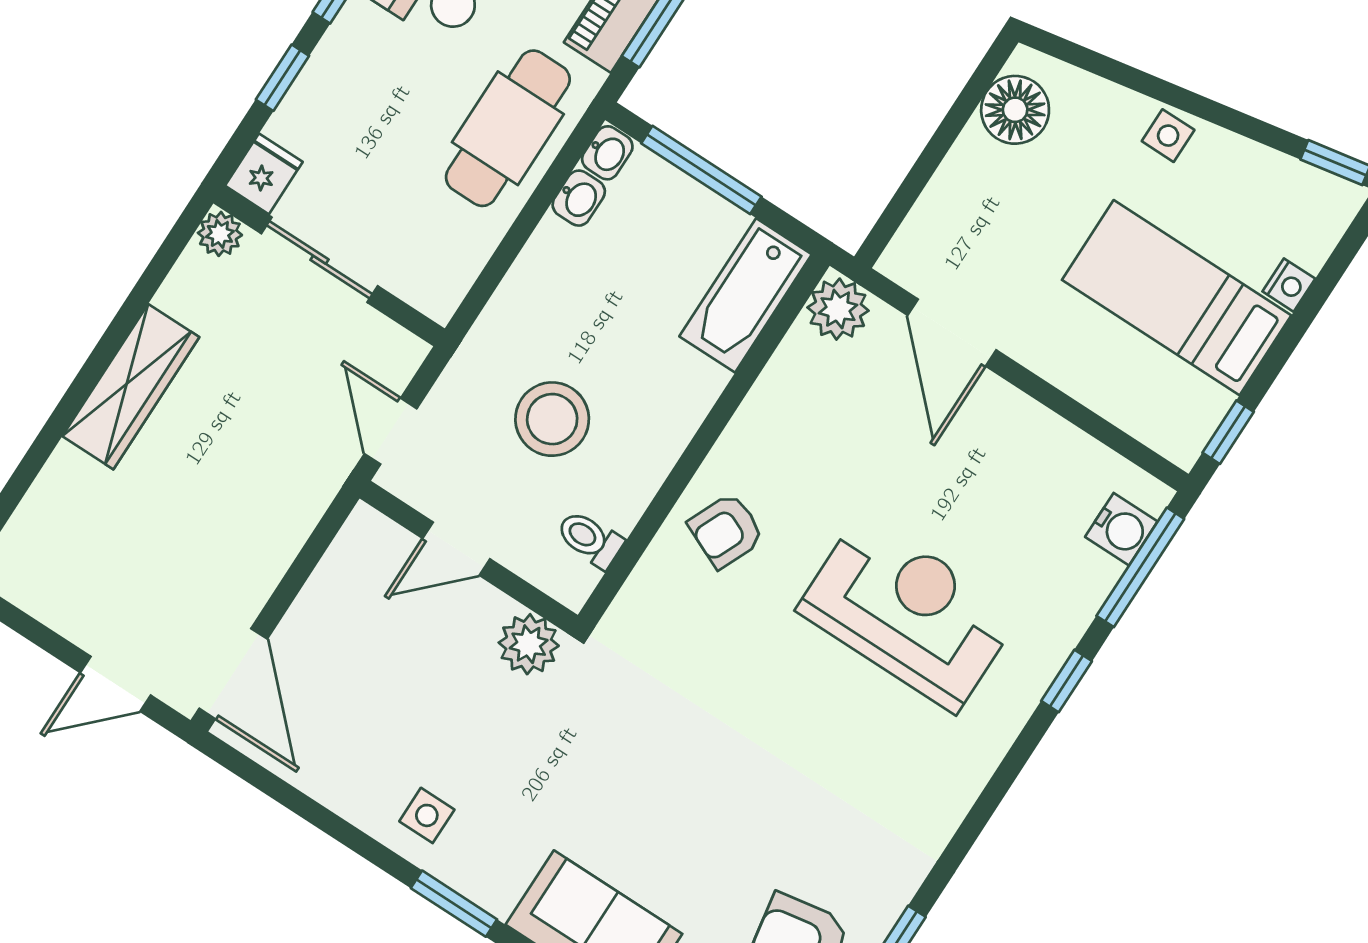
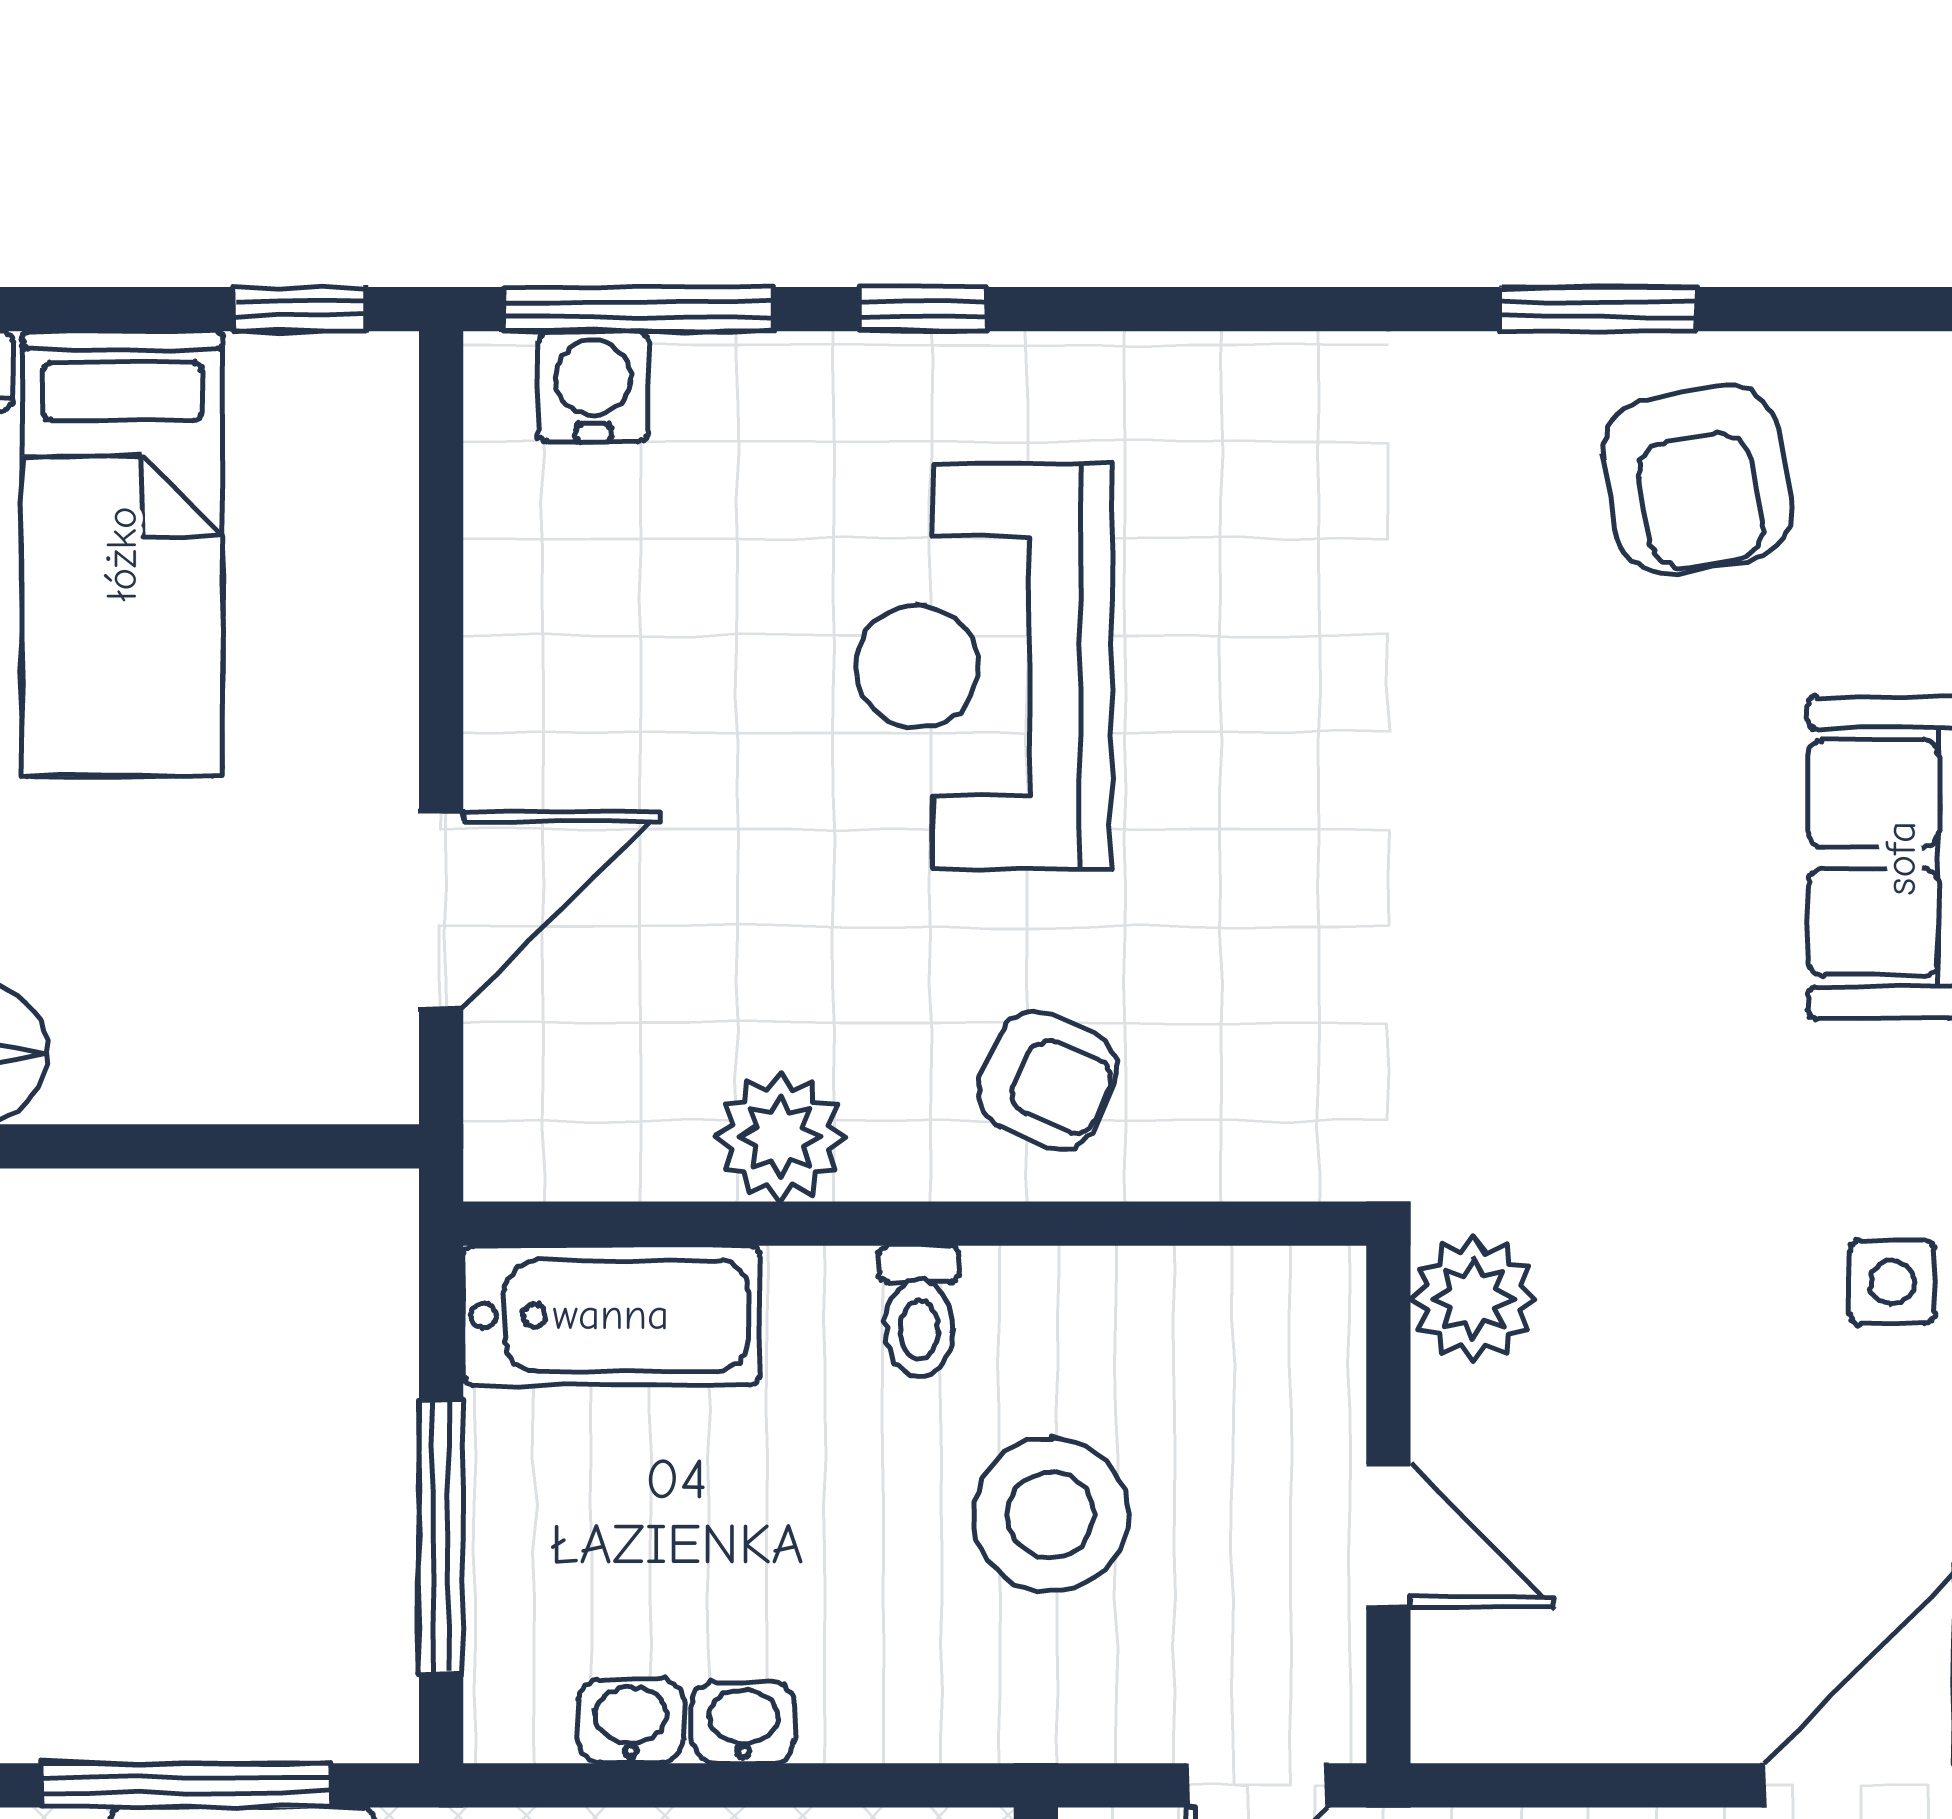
washbasin: (607, 153) -> (743, 1722), moved
plant: (838, 309) -> (780, 1137), moved
toilet: (590, 539) -> (919, 1311), moved

